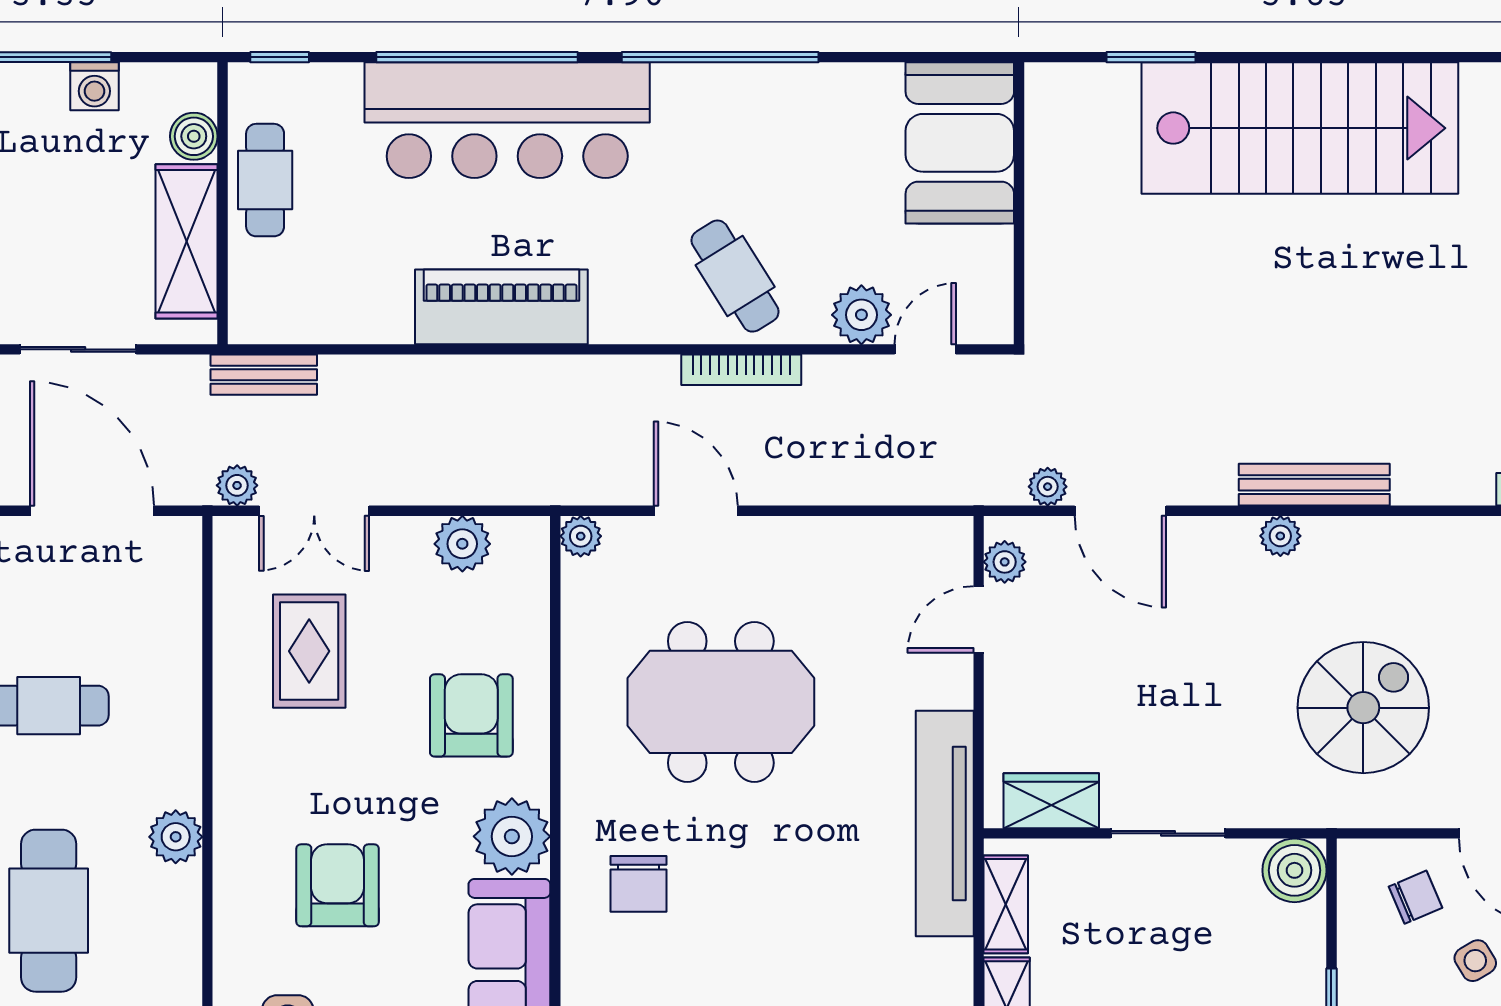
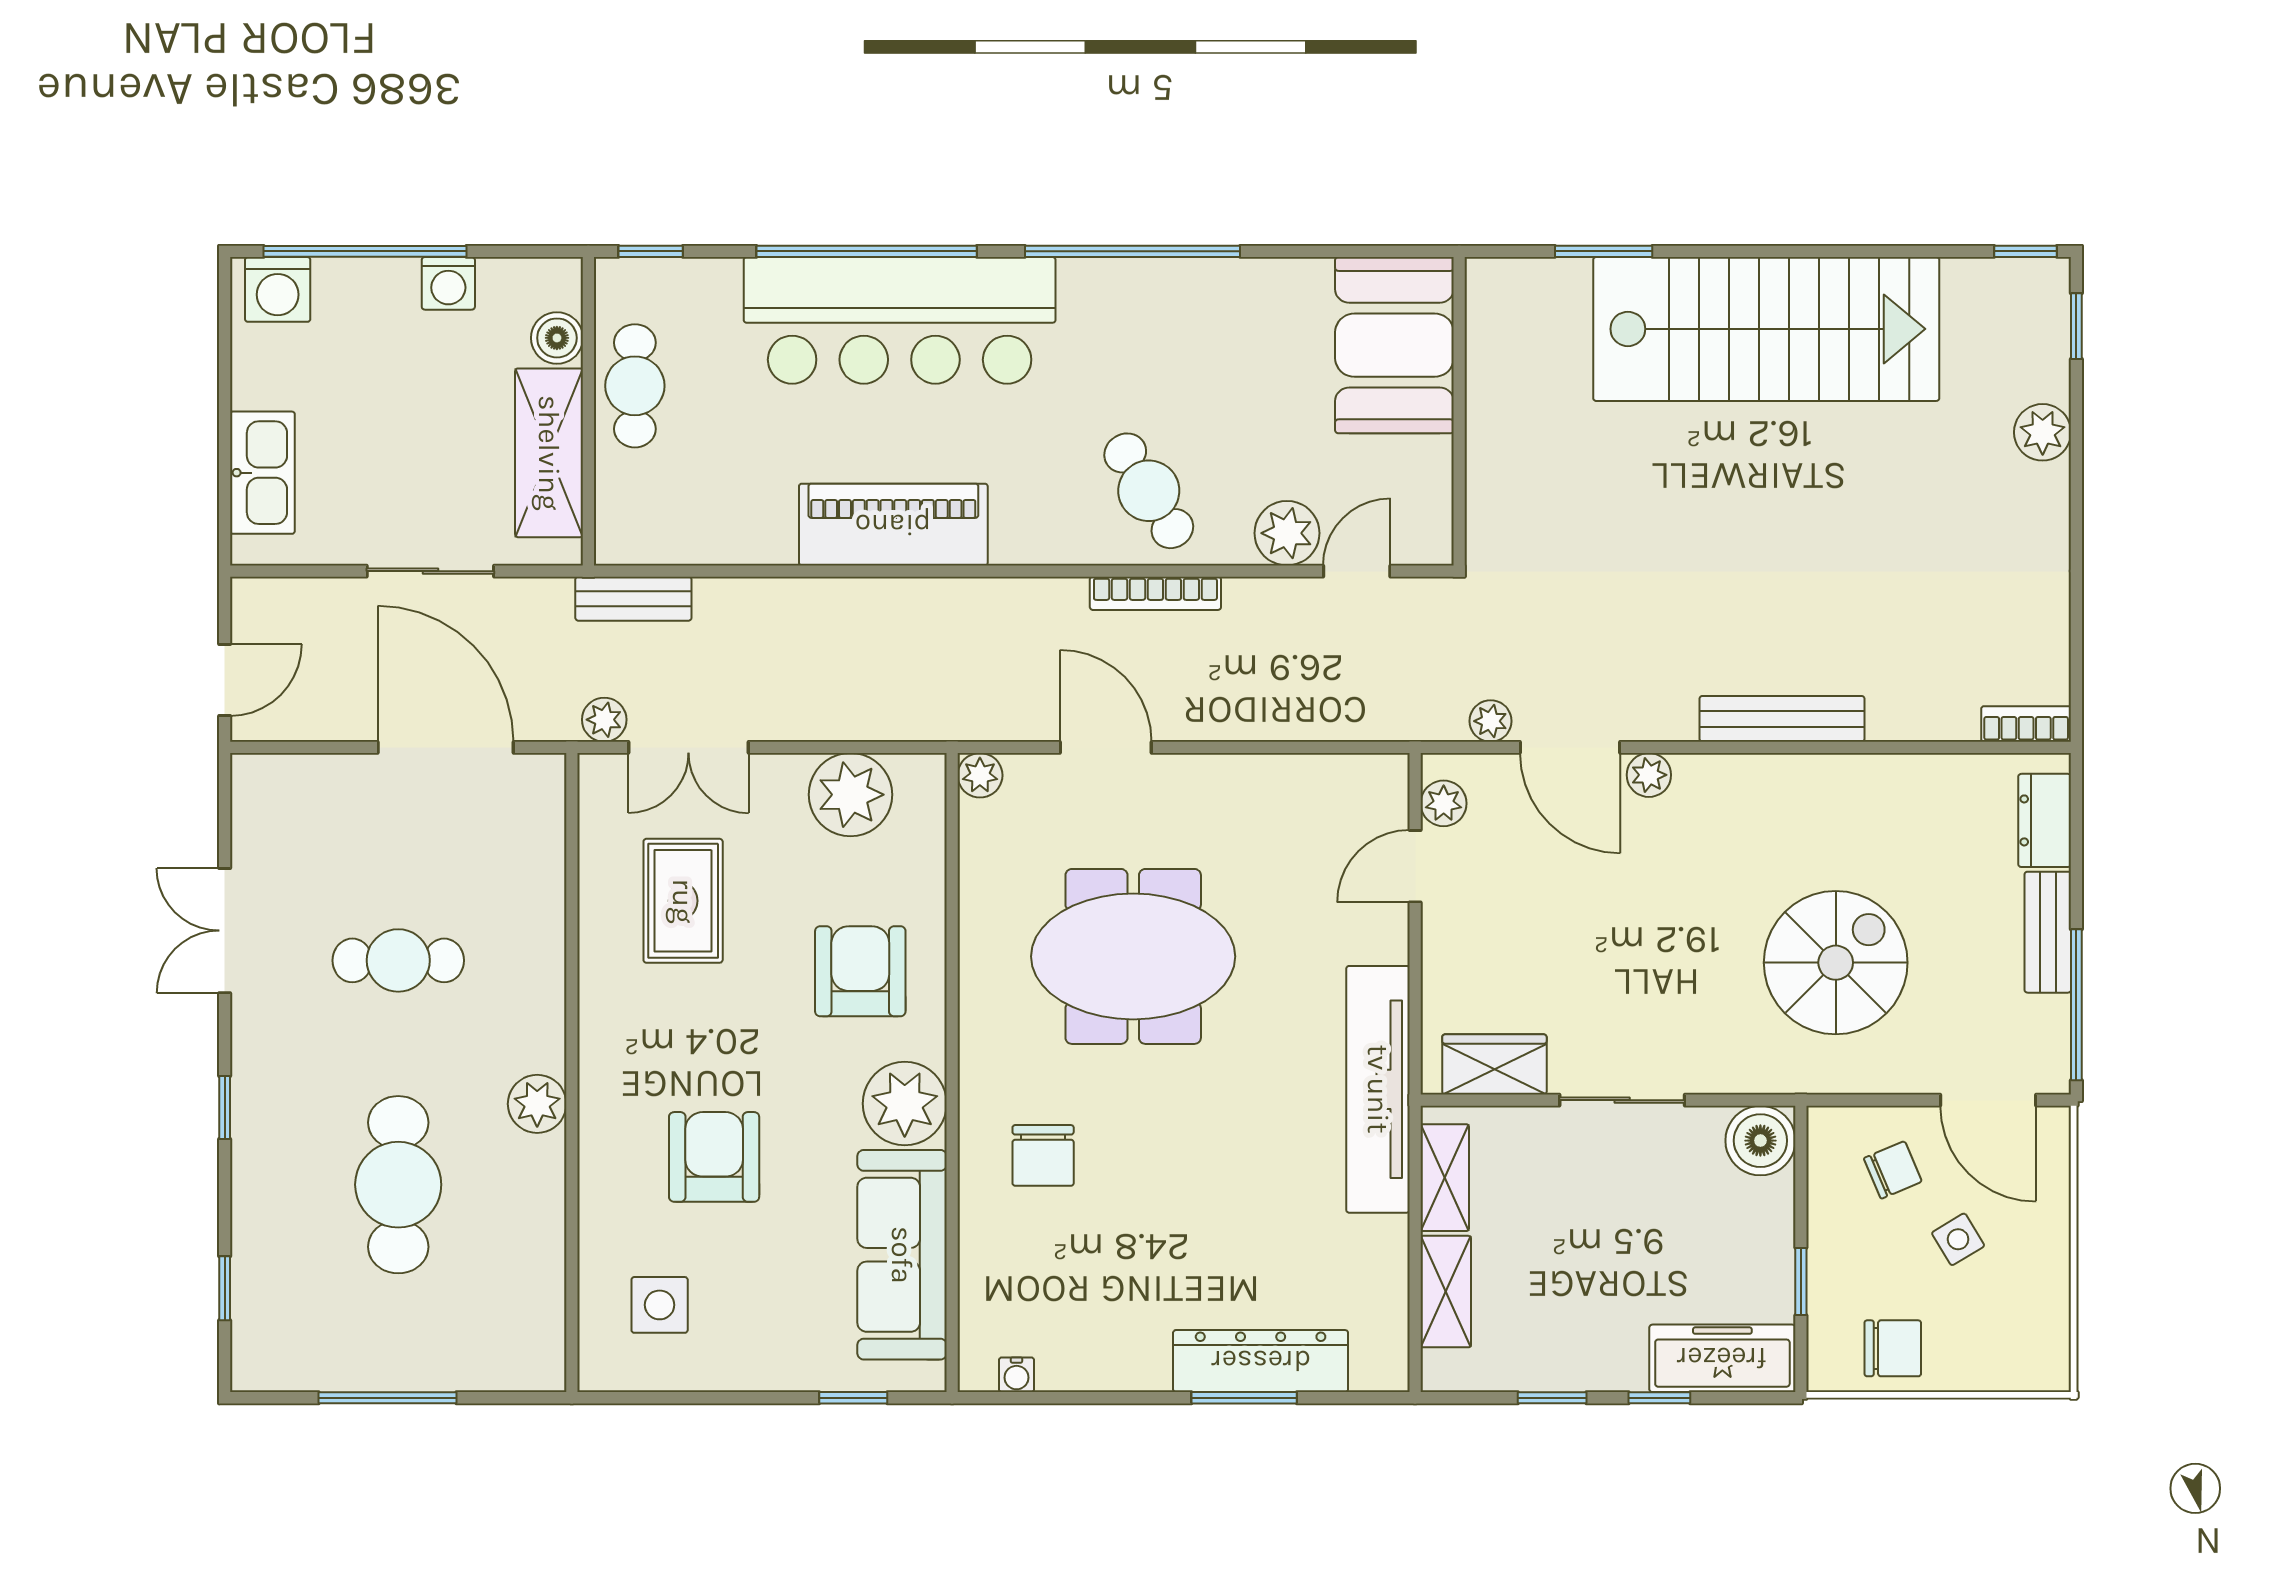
plant: (1280, 536) -> (1649, 775), moved
plant: (462, 544) -> (850, 795), width x1.36, depth x1.36

